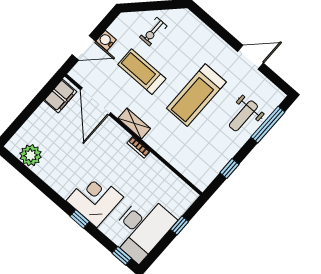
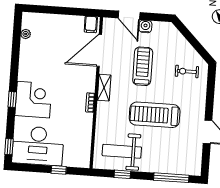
exercise bike: (153, 32) -> (187, 71), moved
filing cabinet: (60, 96) -> (91, 24), width x0.50
weight bench: (243, 116) -> (122, 151), moved, width x1.36, depth x1.33
plant: (31, 155) -> (26, 34), width x0.53, depth x0.53

